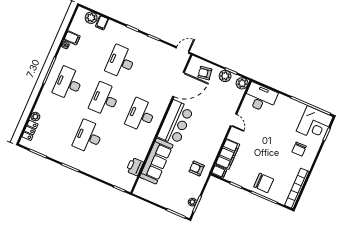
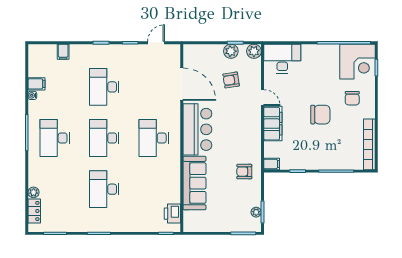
plant: (91, 18) -> (48, 51), removed
door: (183, 50) -> (156, 43), moved
armchair: (205, 73) -> (231, 80), moved
door: (179, 84) -> (182, 84), hinge flipped
filing cabinet: (228, 154) -> (273, 124), moved
printer: (135, 167) -> (172, 214), moved
chair: (264, 183) -> (320, 115), moved

